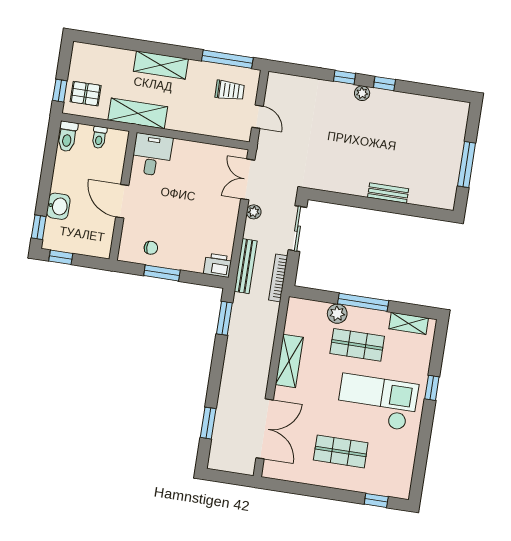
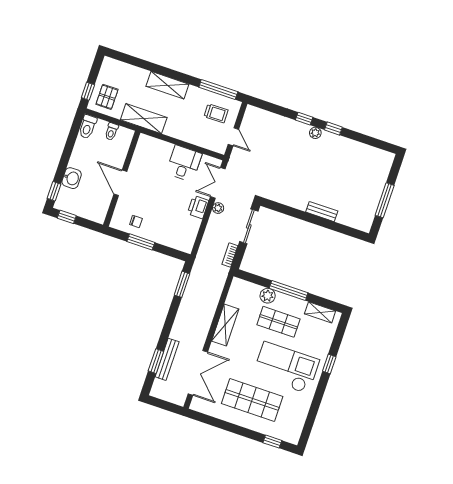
pallet: (86, 94) -> (107, 97), turned 90
desk: (152, 155) -> (184, 163), moved
printer: (218, 265) -> (198, 207), moved, turned -90
bench: (246, 266) -> (167, 359), moved
bookcase: (278, 278) -> (230, 255), width x0.64
shop shelf: (341, 451) -> (252, 400), width x1.43, depth x1.36

